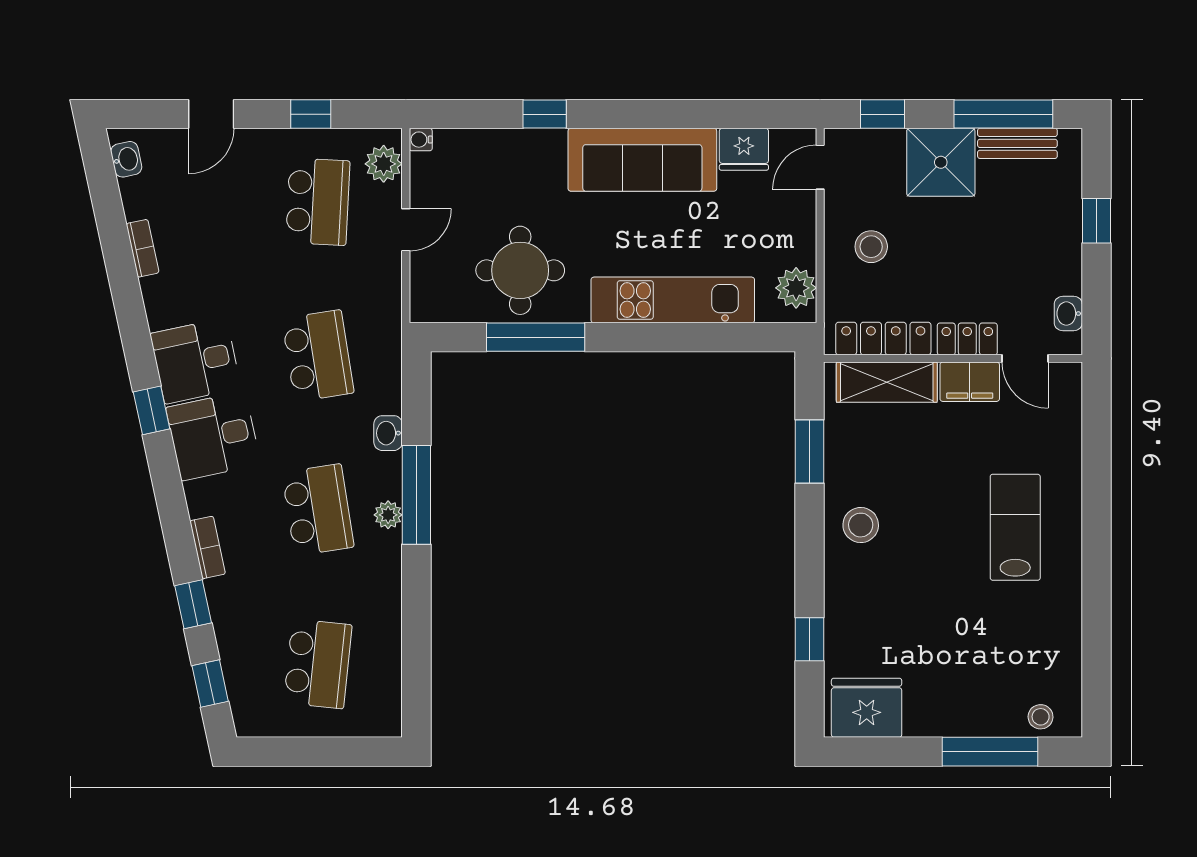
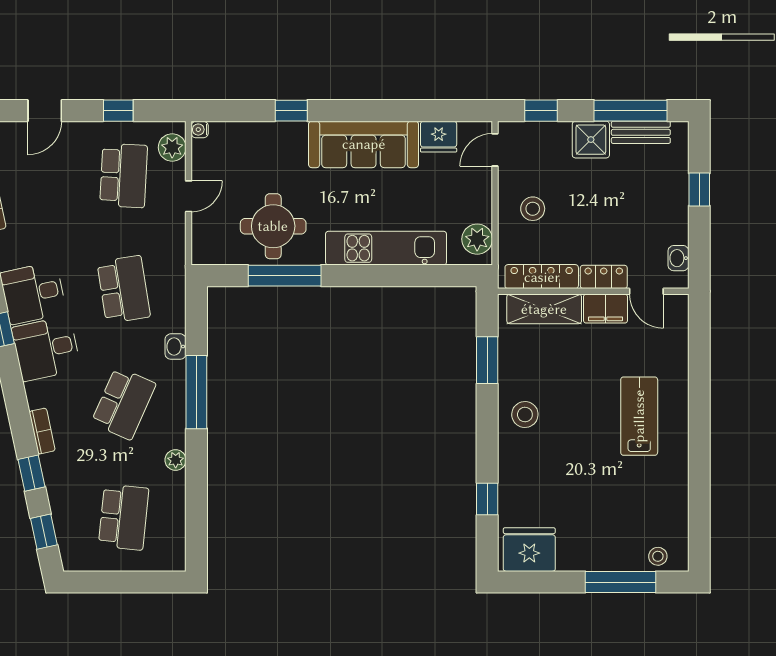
shower: (941, 162) -> (591, 140), width x0.73, depth x0.73
school desk: (318, 510) -> (124, 403), turned 33
plant: (388, 515) -> (176, 460), moved

